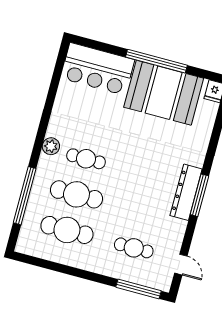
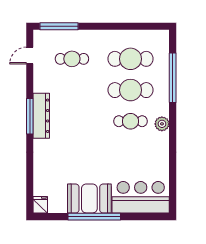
booth: (164, 93) -> (89, 198), width x0.73, depth x0.70
door: (181, 265) -> (30, 56), hinge flipped

